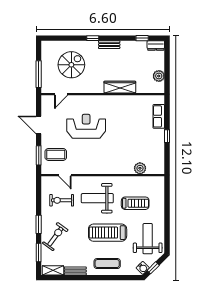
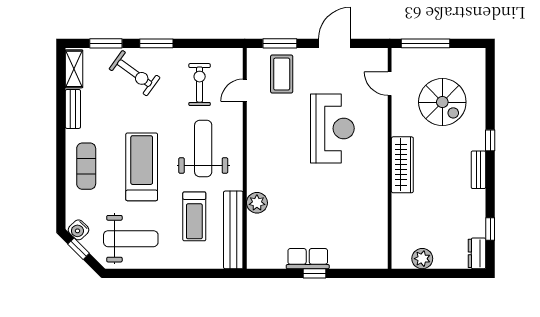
wardrobe: (120, 87) -> (402, 165), moved
row of seats: (159, 116) -> (308, 259), moved
plant: (140, 168) -> (257, 203), moved
bench: (143, 181) -> (233, 230), added

